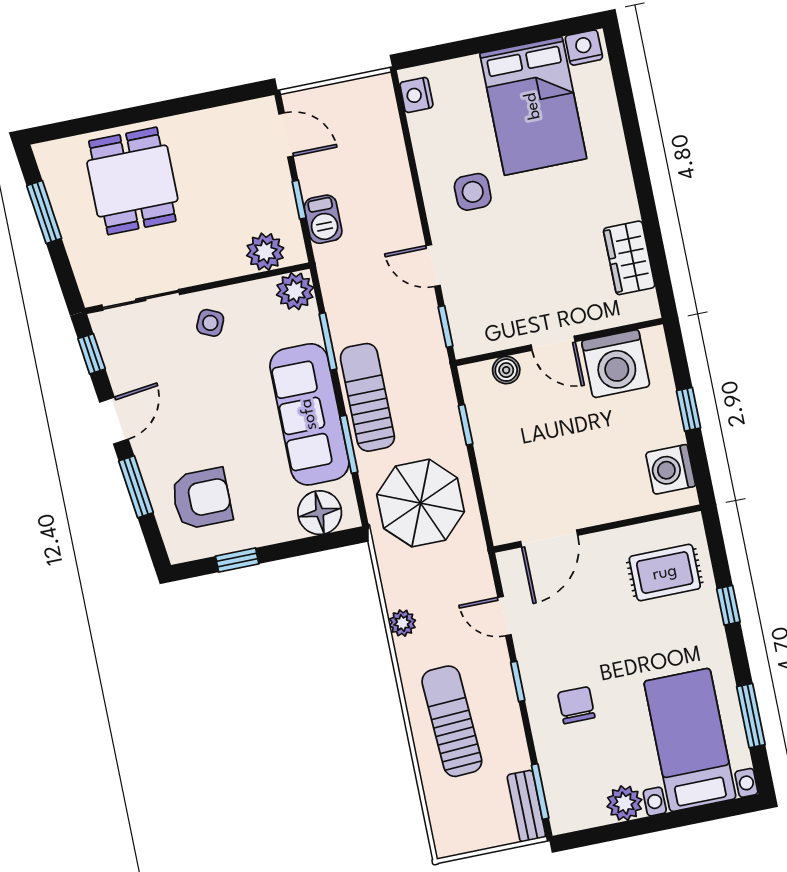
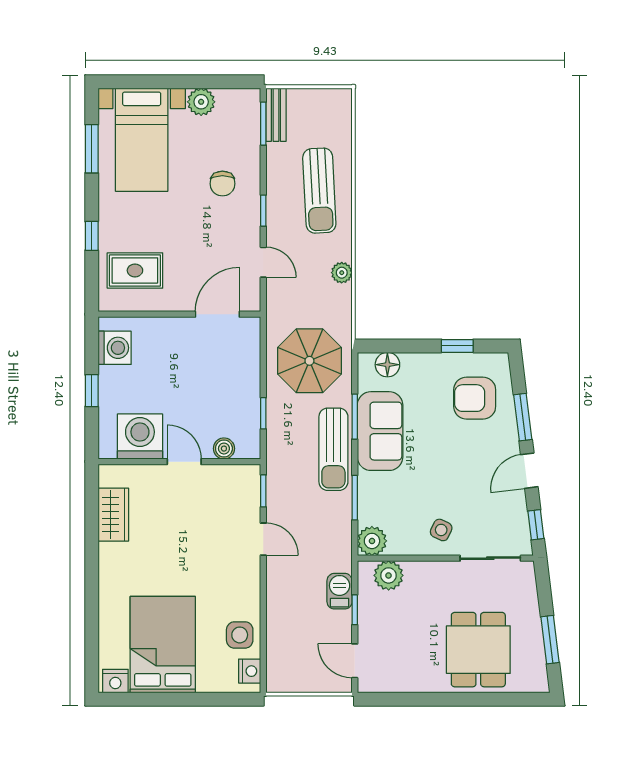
side table: (473, 192) -> (240, 635), moved
sofa: (309, 414) -> (380, 431), width x0.73
floor lamp: (320, 513) -> (387, 365), width x0.73, depth x0.73

